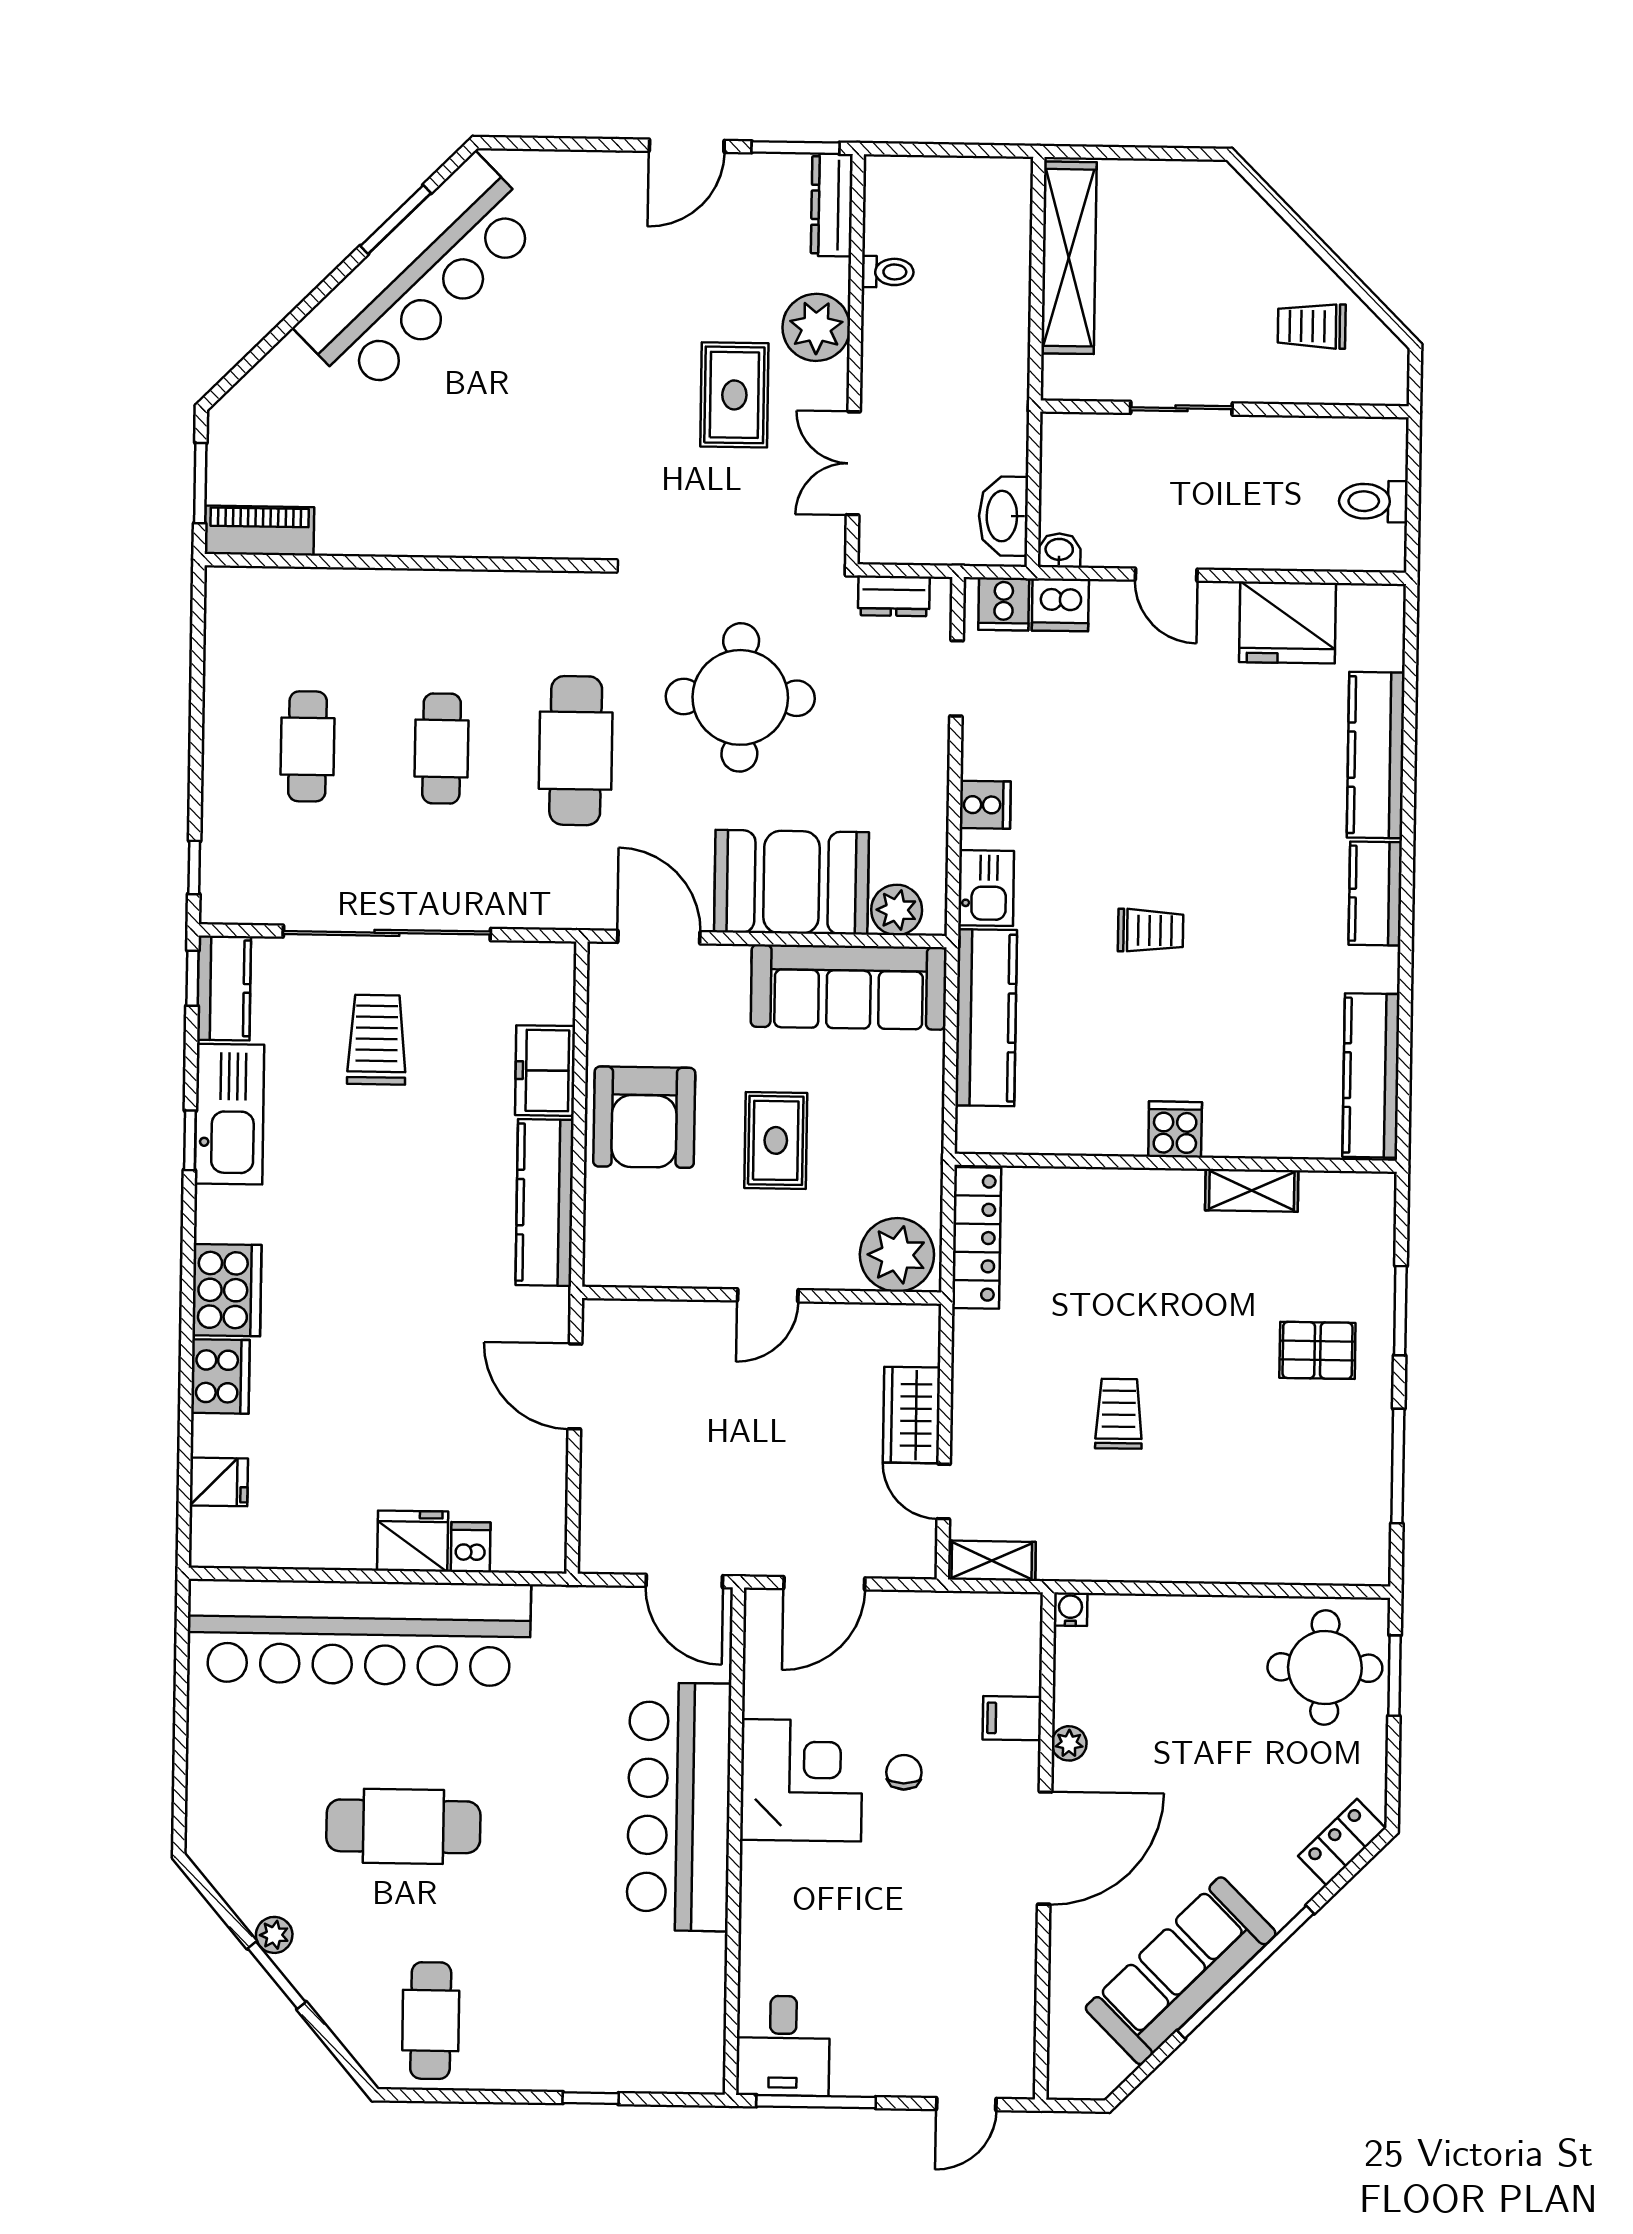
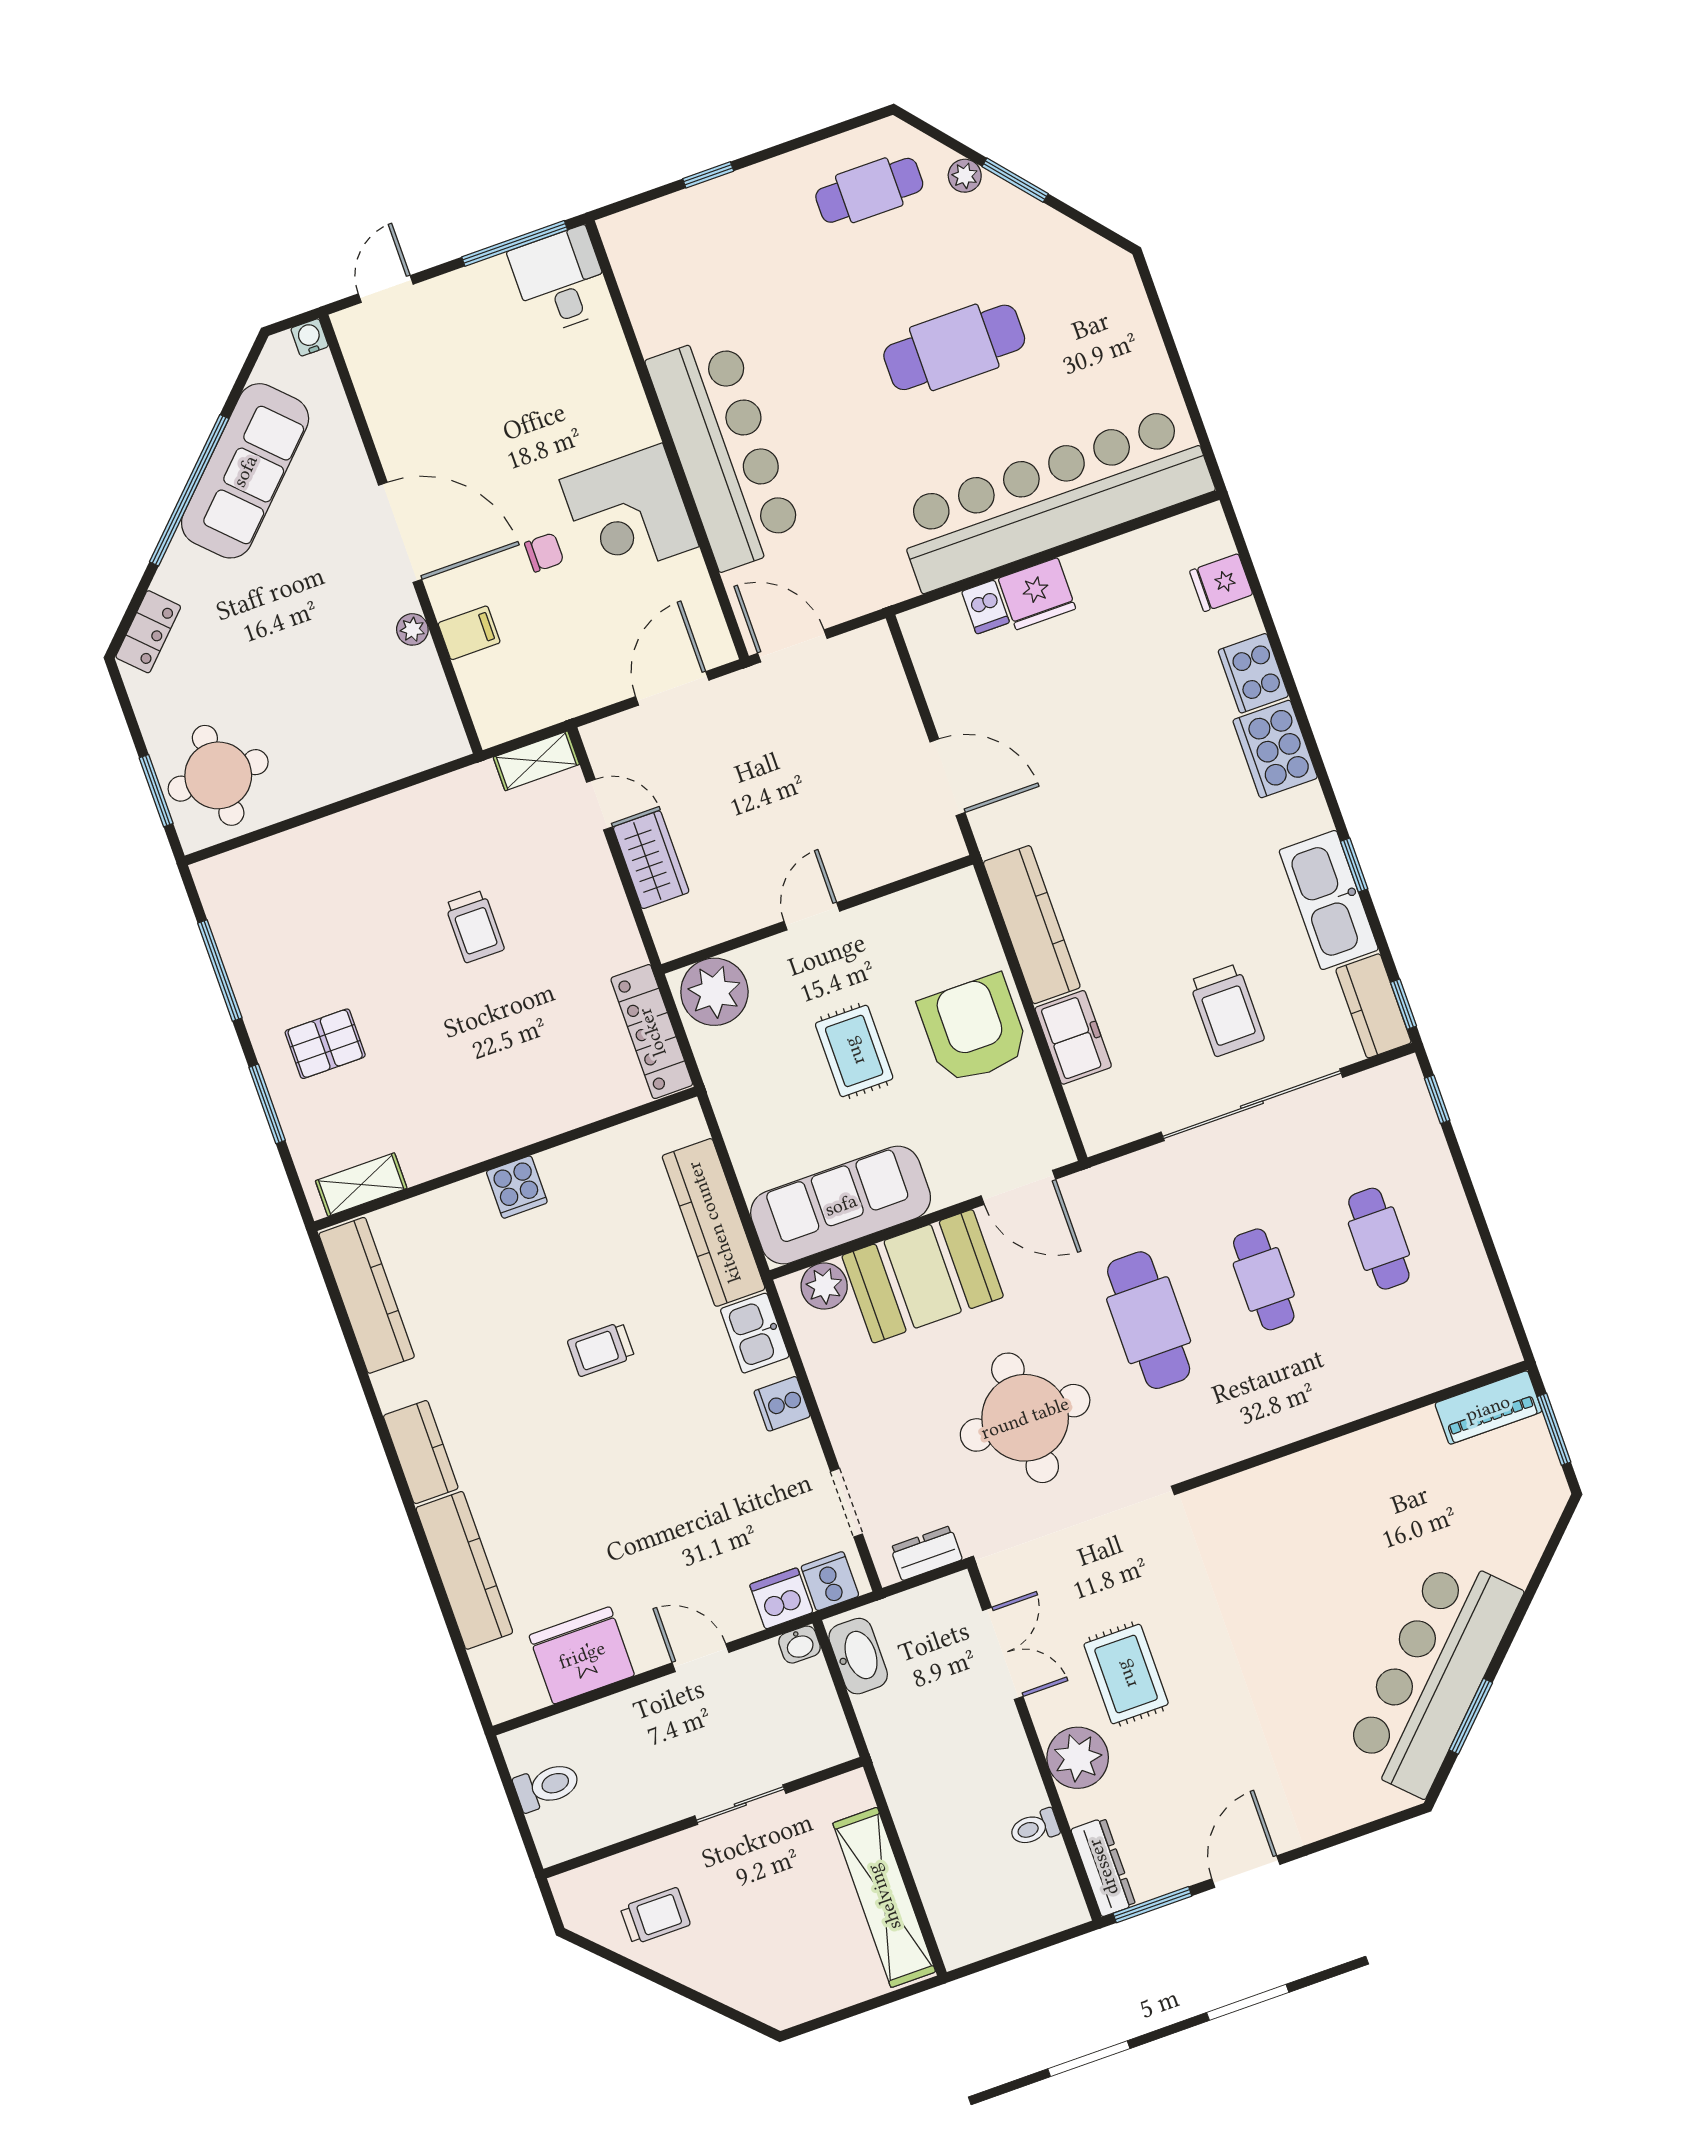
shelving: (1252, 1190) -> (361, 1185), moved
water cooler: (1071, 1609) -> (310, 337), moved, turned 180
chair: (904, 1772) -> (544, 552), turned -90
door: (1045, 1848) -> (400, 532), swing flipped
plant: (274, 1935) -> (965, 176), moved
cafe table: (431, 2021) -> (869, 190), turned 90

